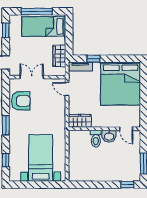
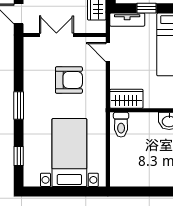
armchair: (21, 101) -> (69, 80), moved
toilet: (96, 139) -> (121, 125), moved

